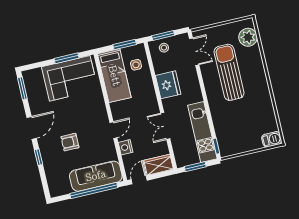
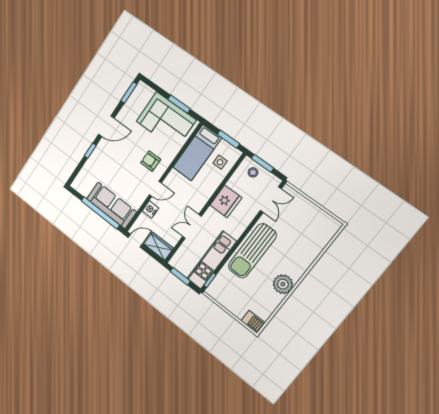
plant: (248, 37) -> (283, 284), moved
sun lounger: (229, 72) -> (252, 251), moved, turned 180
armchair: (70, 142) -> (151, 161), moved

